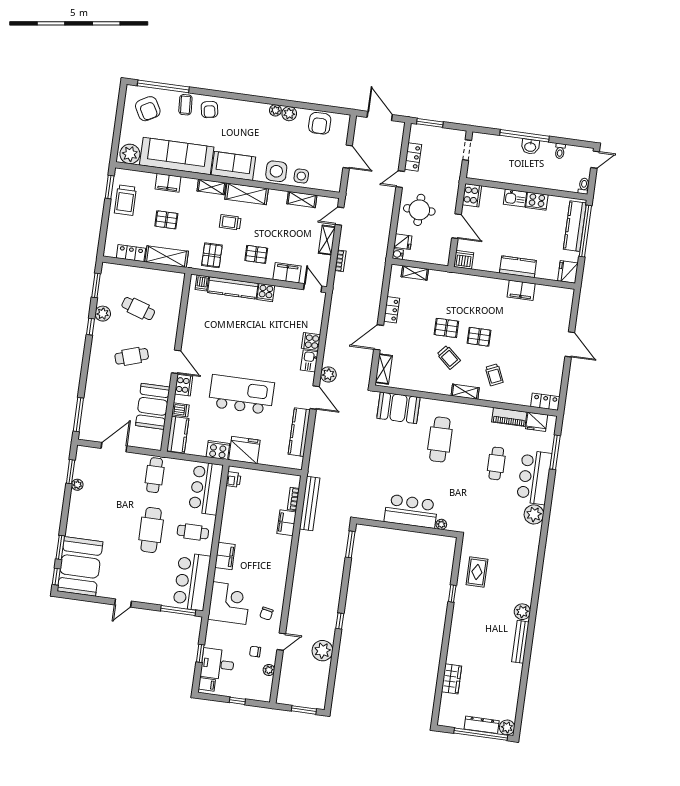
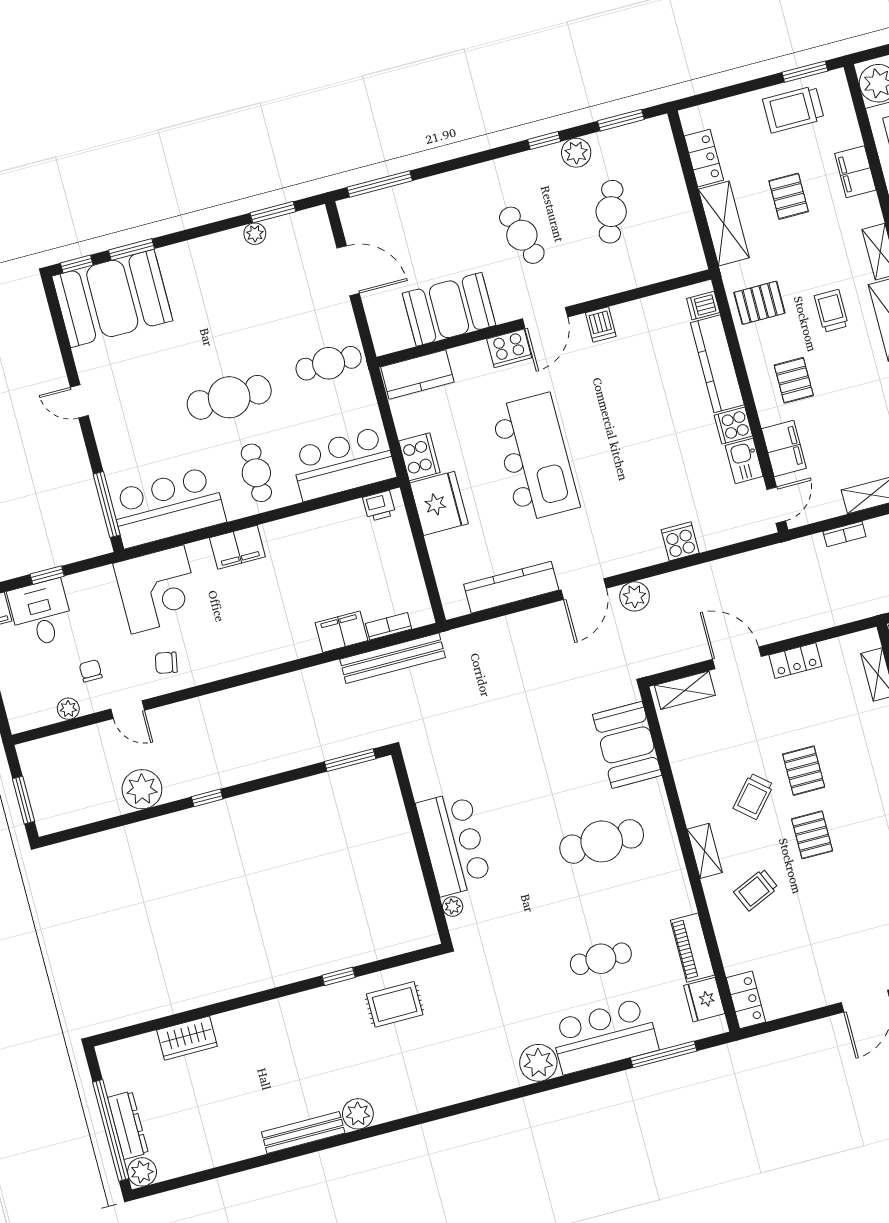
kitchen sink: (309, 361) -> (744, 461), moved, turned -90
dishwasher: (180, 410) -> (601, 324), moved

